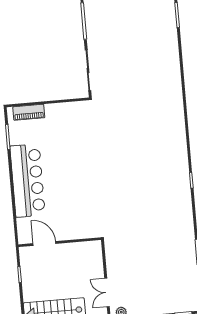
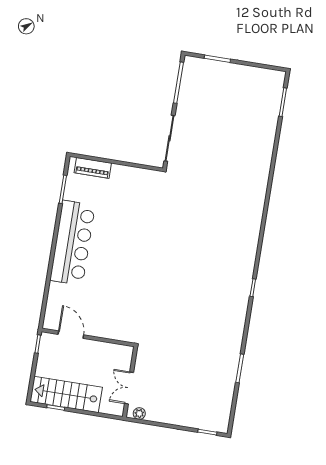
wall: (60, 242) -> (88, 337), moved
door: (44, 243) -> (71, 335), moved

